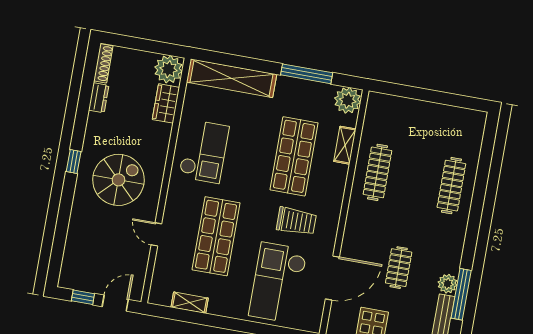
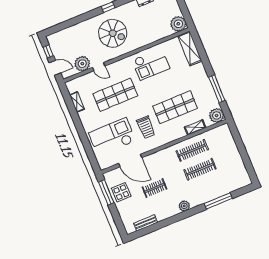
shelving: (231, 78) -> (190, 48), width x0.68
wardrobe: (166, 103) -> (162, 33), removed
clothes rail: (451, 186) -> (200, 169), moved
door: (156, 234) -> (99, 67), swing flipped
plant: (135, 257) -> (82, 64), added
plant: (447, 284) -> (184, 206), moved
window: (461, 294) -> (218, 201), moved

